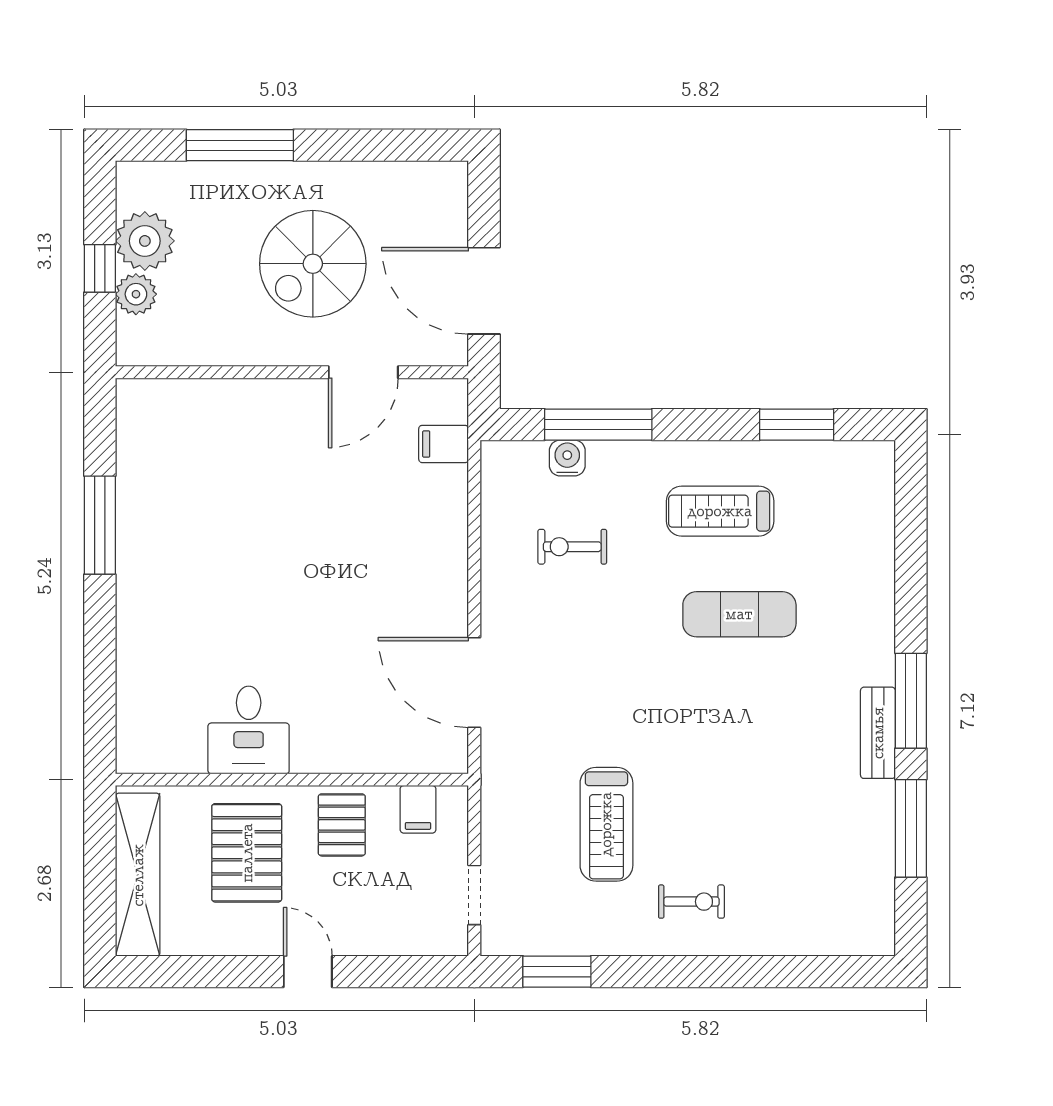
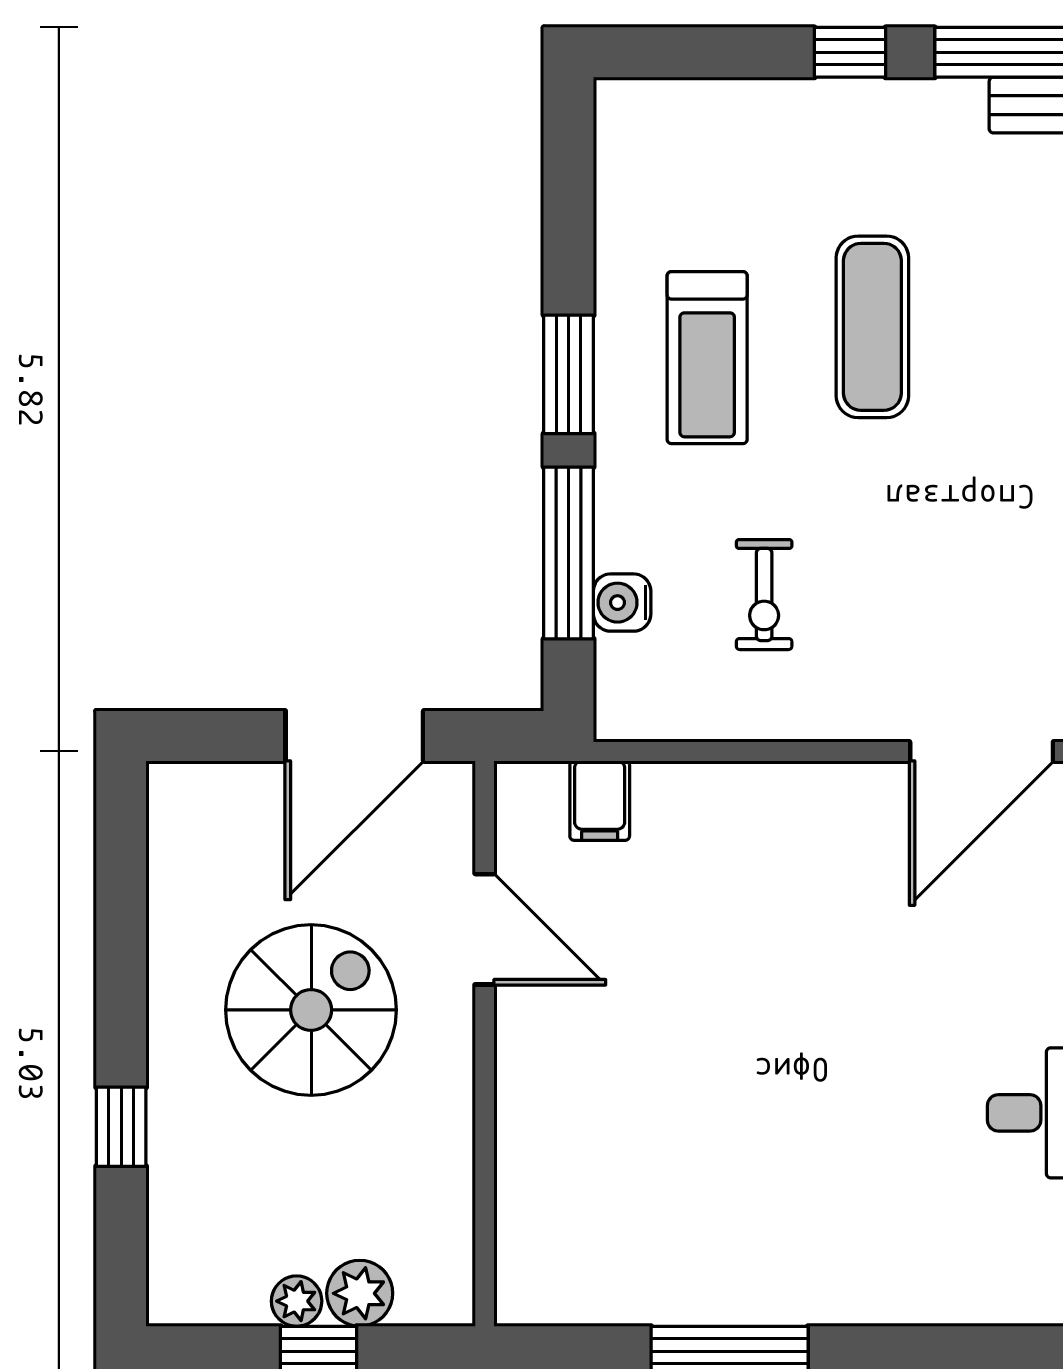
window: (240, 145) -> (121, 1127), width x0.46
plant: (145, 241) -> (297, 1301), width x0.53, depth x0.53
spiral stairs: (313, 264) -> (311, 1010), turned -90
window: (797, 425) -> (569, 374), moved
window: (911, 600) -> (850, 52), added

